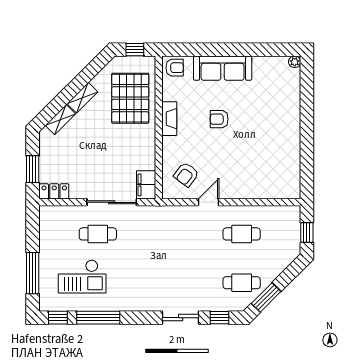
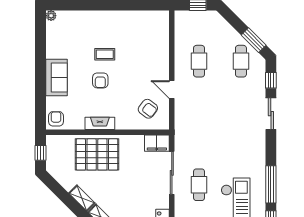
sofa: (223, 68) -> (57, 78), width x0.73
pallet: (130, 98) -> (97, 154), moved
coffee table: (250, 124) -> (105, 54), added

